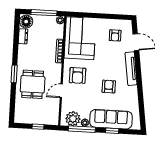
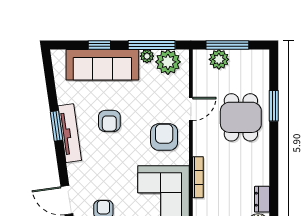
tv unit: (131, 69) -> (70, 133), moved
window: (14, 74) -> (274, 106), moved
window: (140, 85) -> (56, 126), added
plant: (43, 119) -> (219, 59), added
window: (38, 127) -> (227, 45), width x2.17

